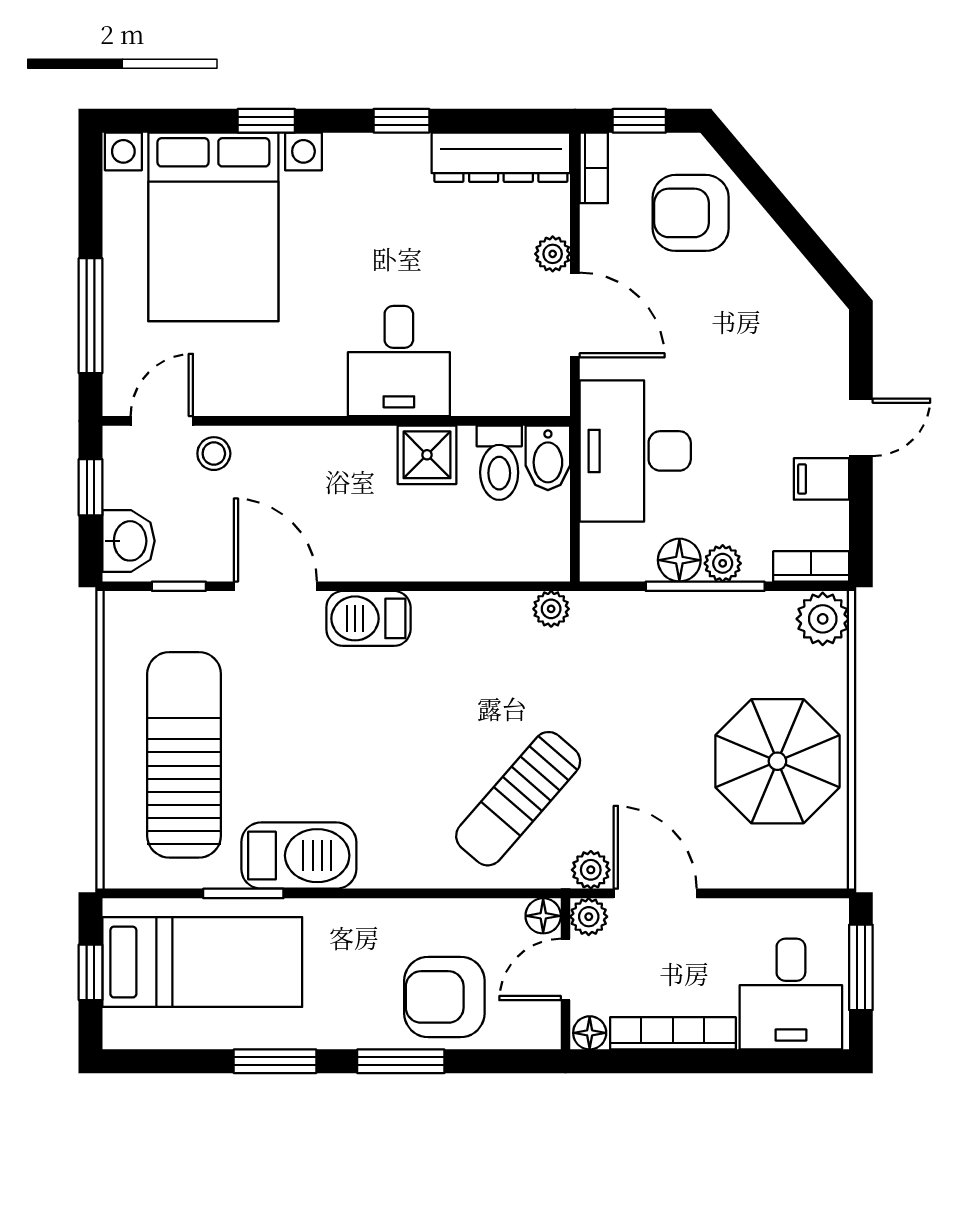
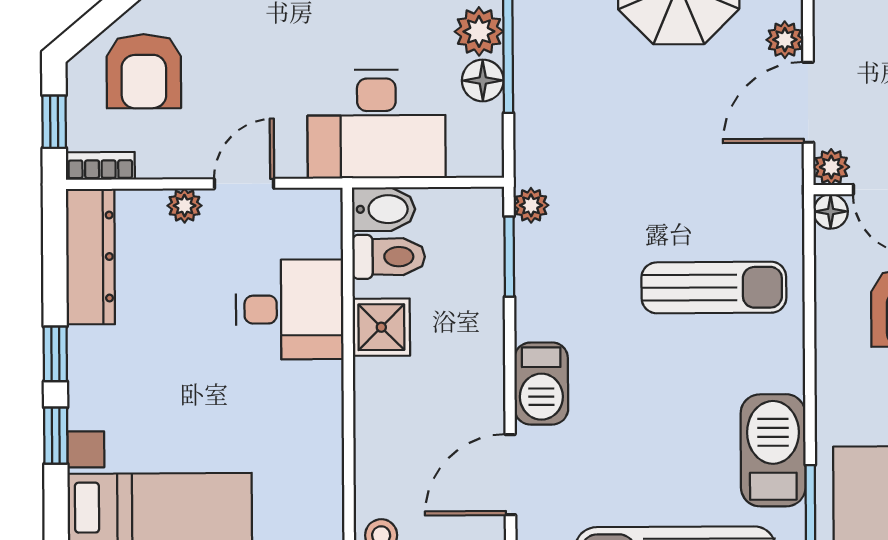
window: (266, 121) -> (56, 436), moved
door: (575, 315) -> (244, 184), width x0.73
desk: (399, 361) -> (290, 309), moved
plant: (723, 563) -> (479, 31), width x1.38, depth x1.38
window: (499, 586) -> (509, 257), added
sun lounger: (518, 799) -> (714, 288), moved, turned -41
plant: (591, 870) -> (785, 40), moved

